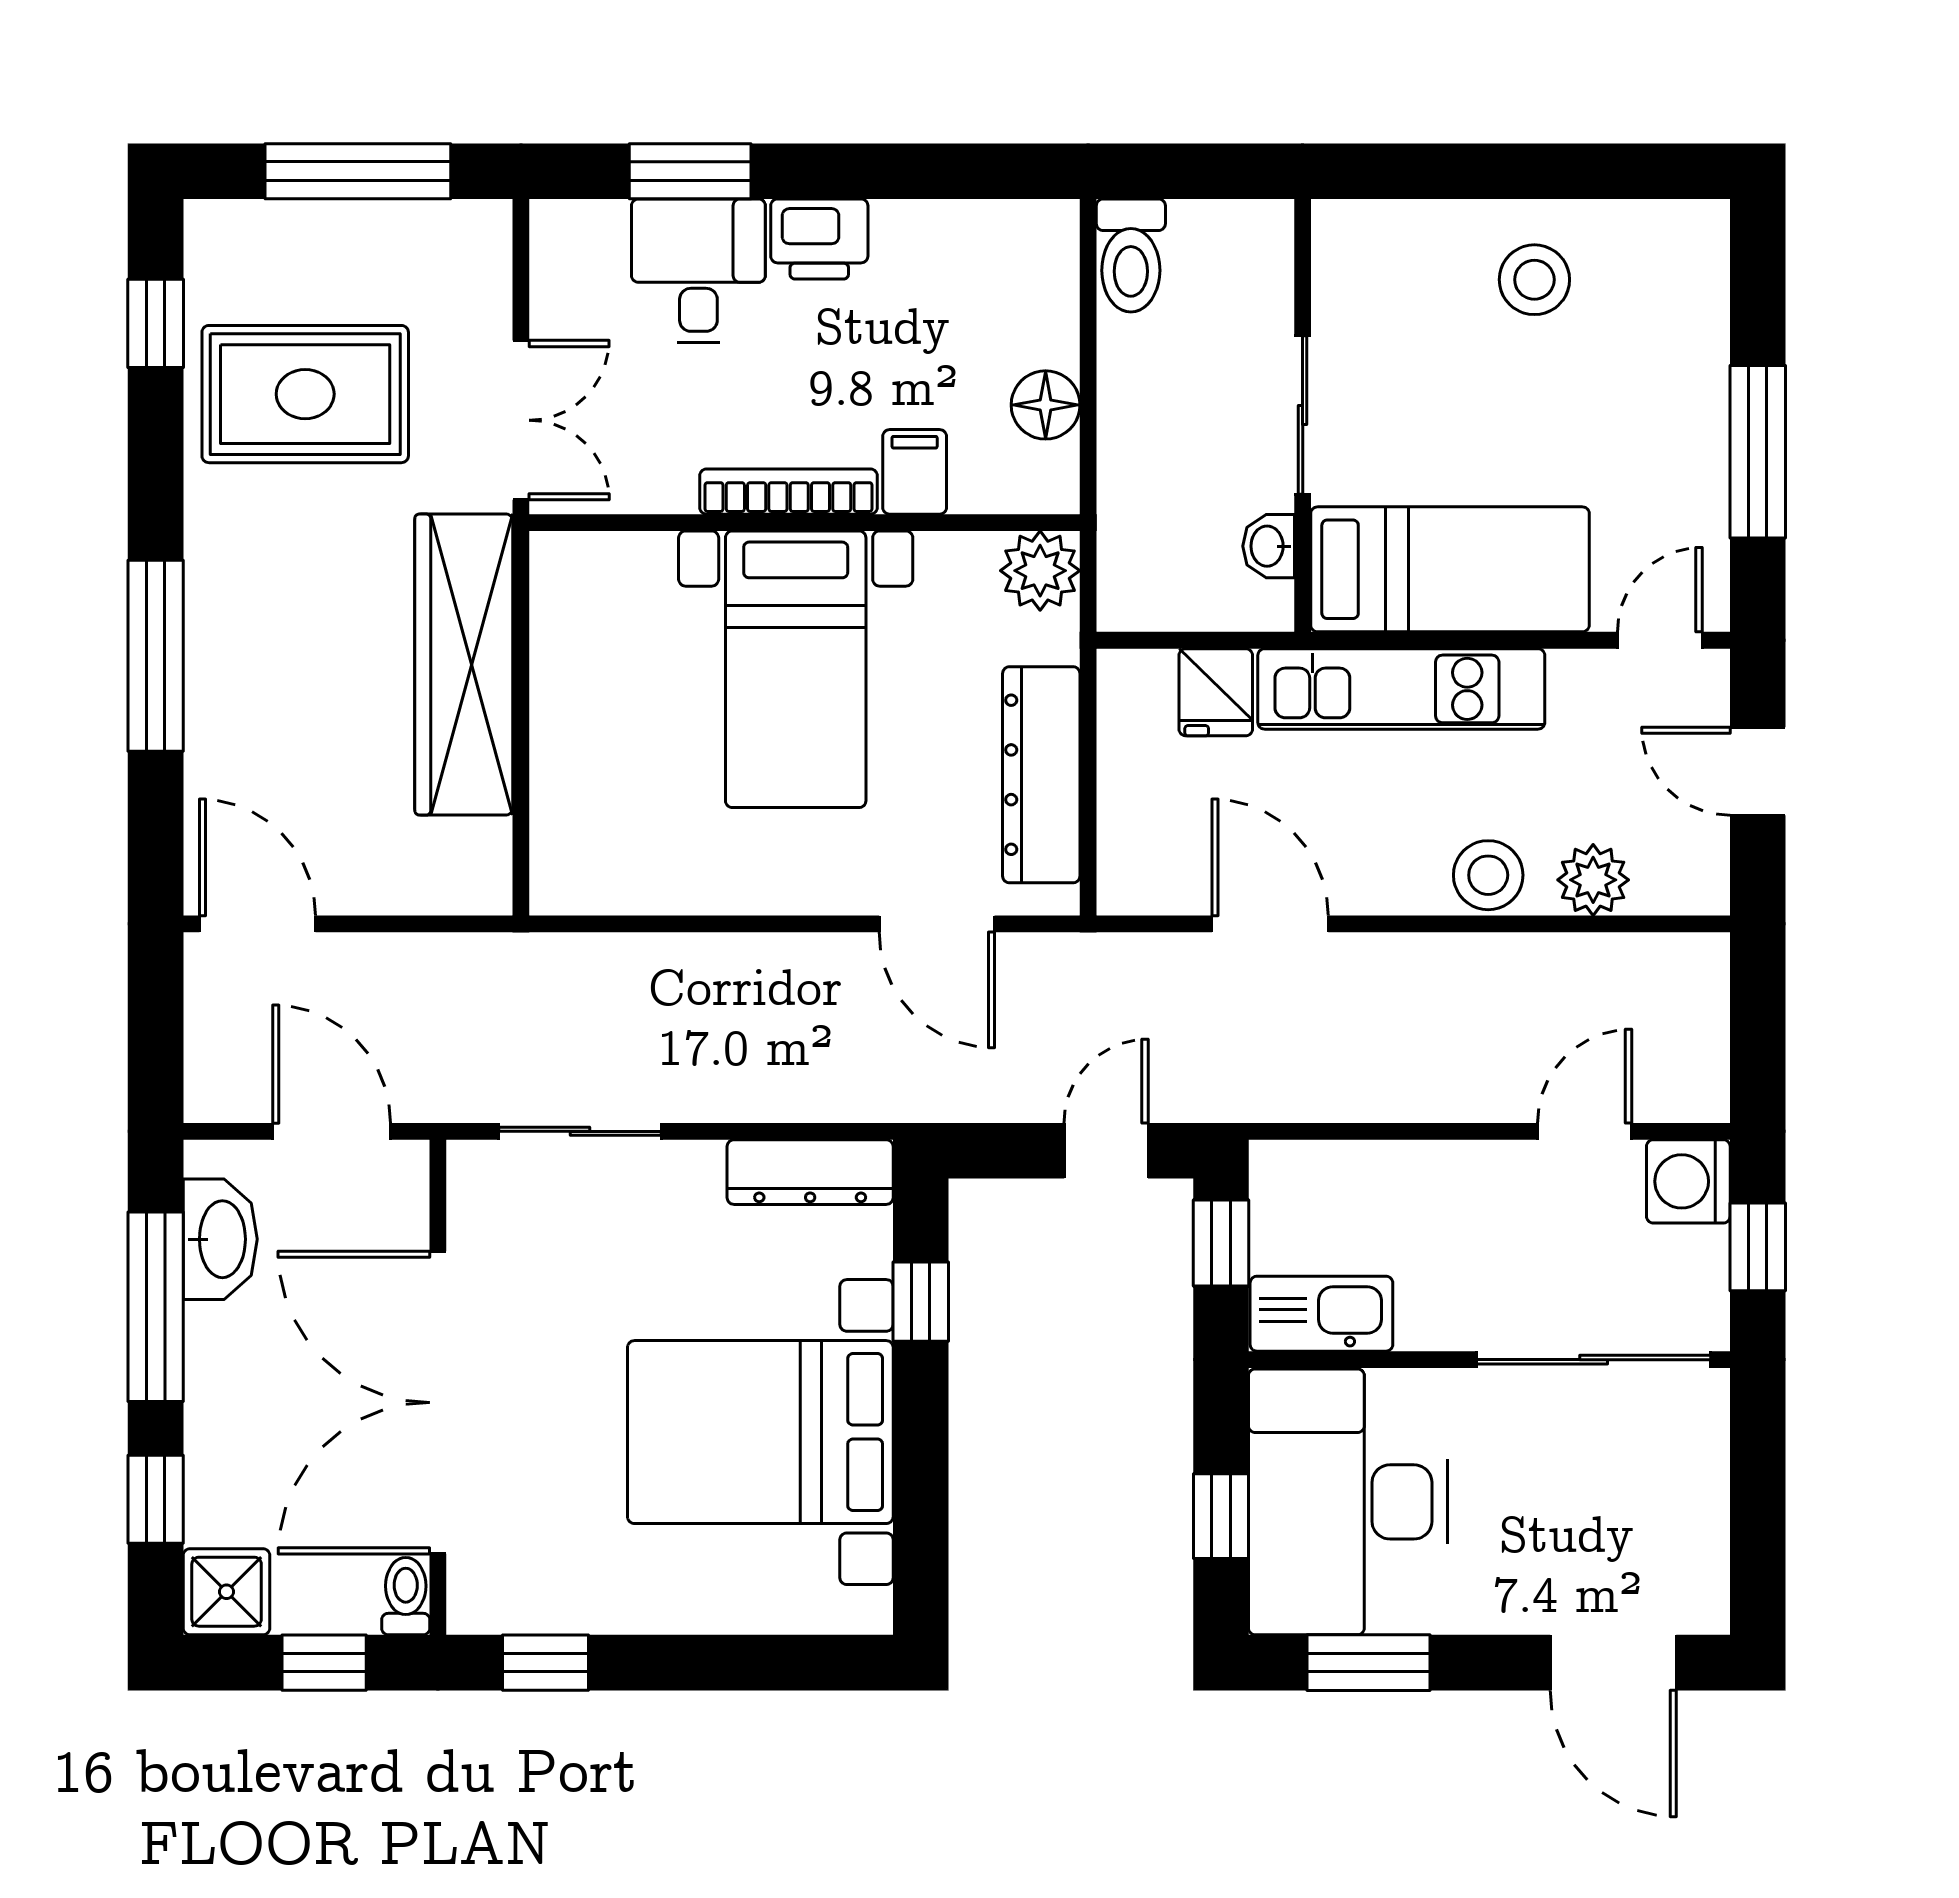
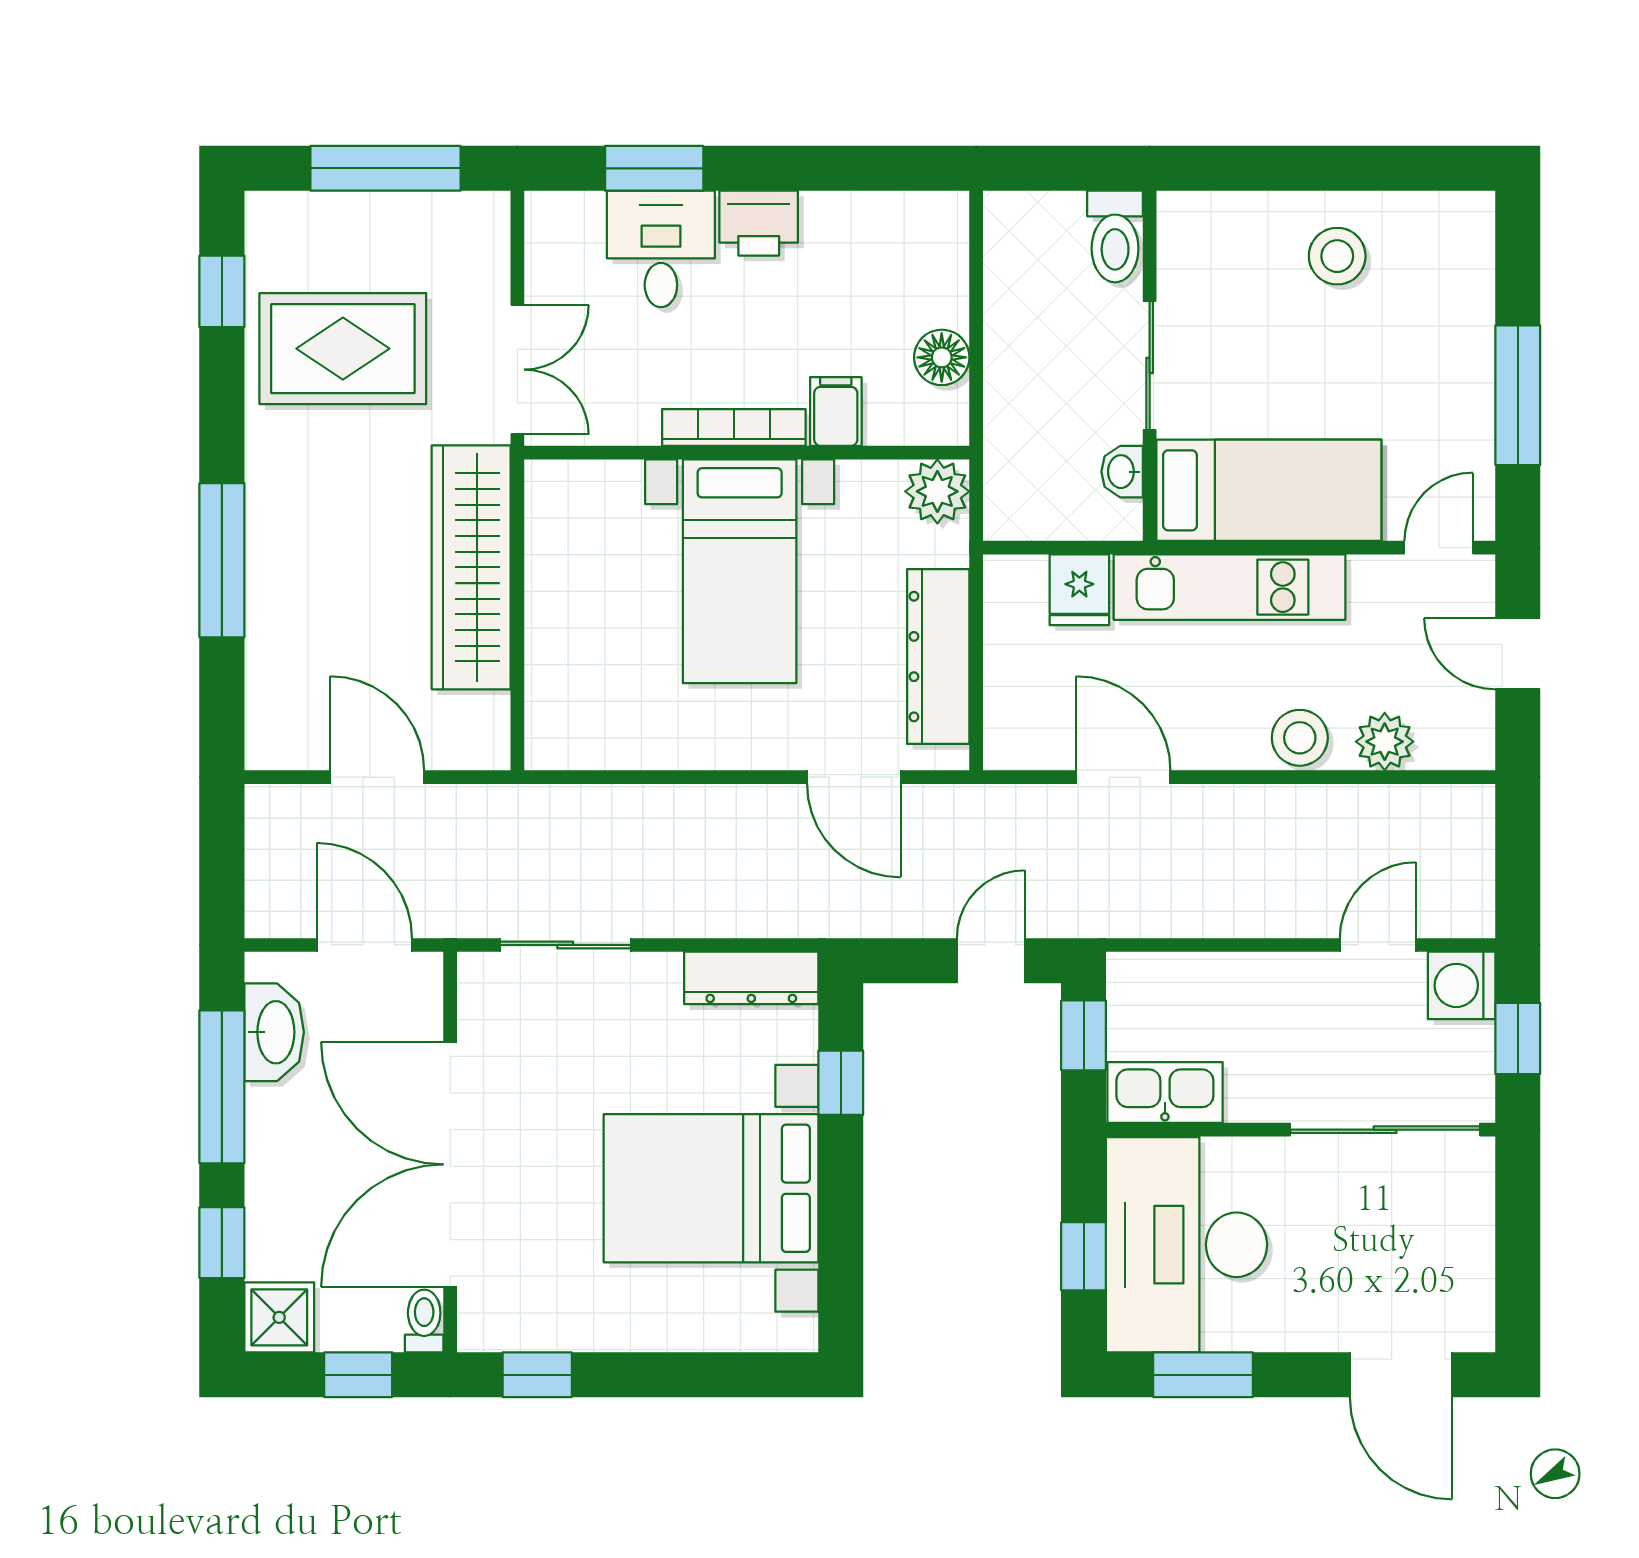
toilet: (1131, 256) -> (1115, 237), moved
door: (257, 924) -> (377, 777), moved

